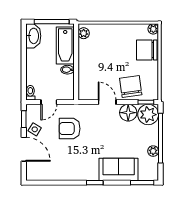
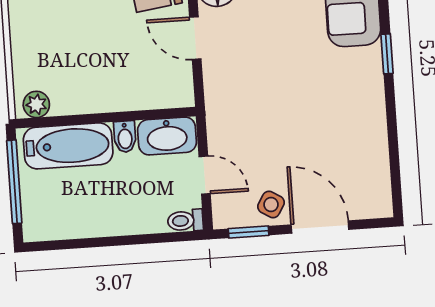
washbasin: (33, 36) -> (167, 136), moved, turned 180
door: (107, 102) -> (195, 38), hinge flipped
armchair: (70, 129) -> (263, 122), removed
door: (24, 149) -> (320, 227), hinge flipped

